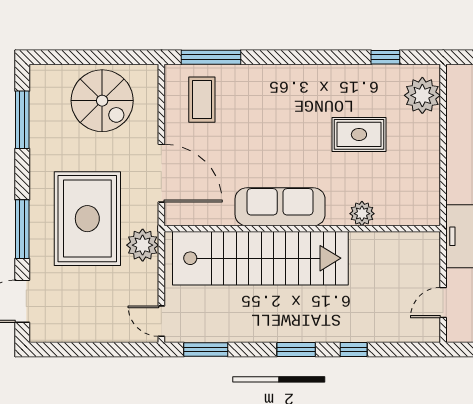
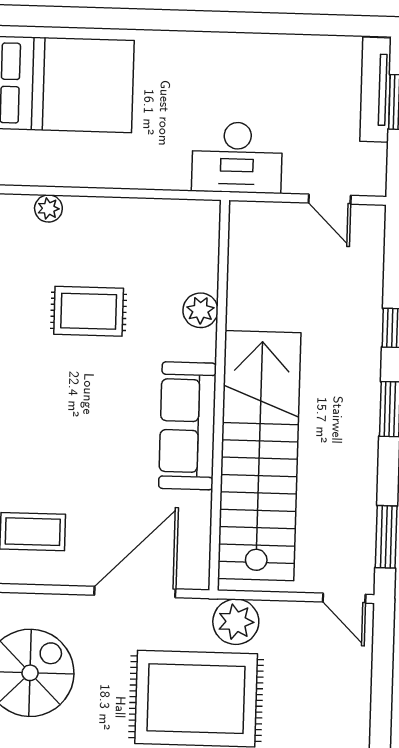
plant: (422, 95) -> (48, 208), width x0.53, depth x0.53
rug: (359, 134) -> (89, 311), turned 90
door: (161, 321) -> (344, 598), hinge flipped

